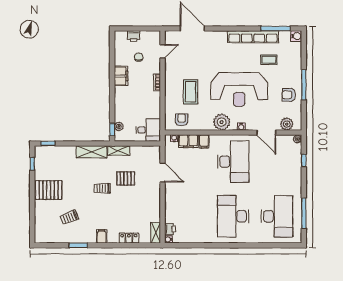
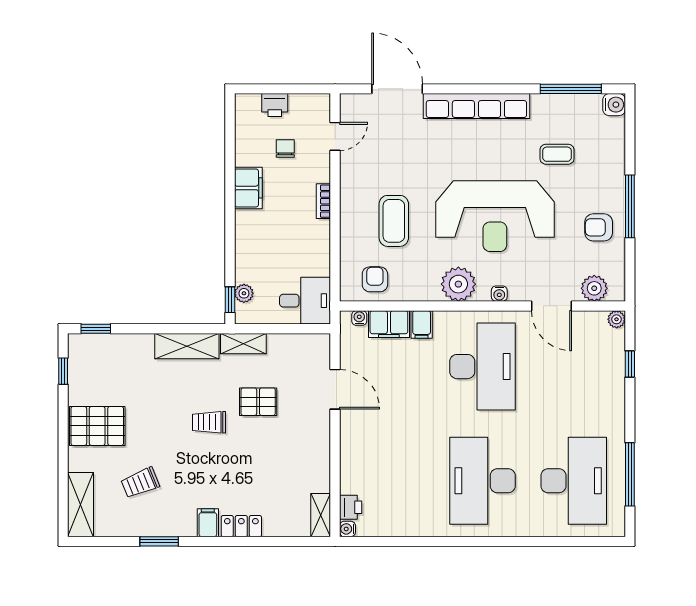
row of seats: (253, 37) -> (476, 106), moved
shelving: (41, 228) -> (81, 505), added
locker: (129, 238) -> (241, 526), moved

